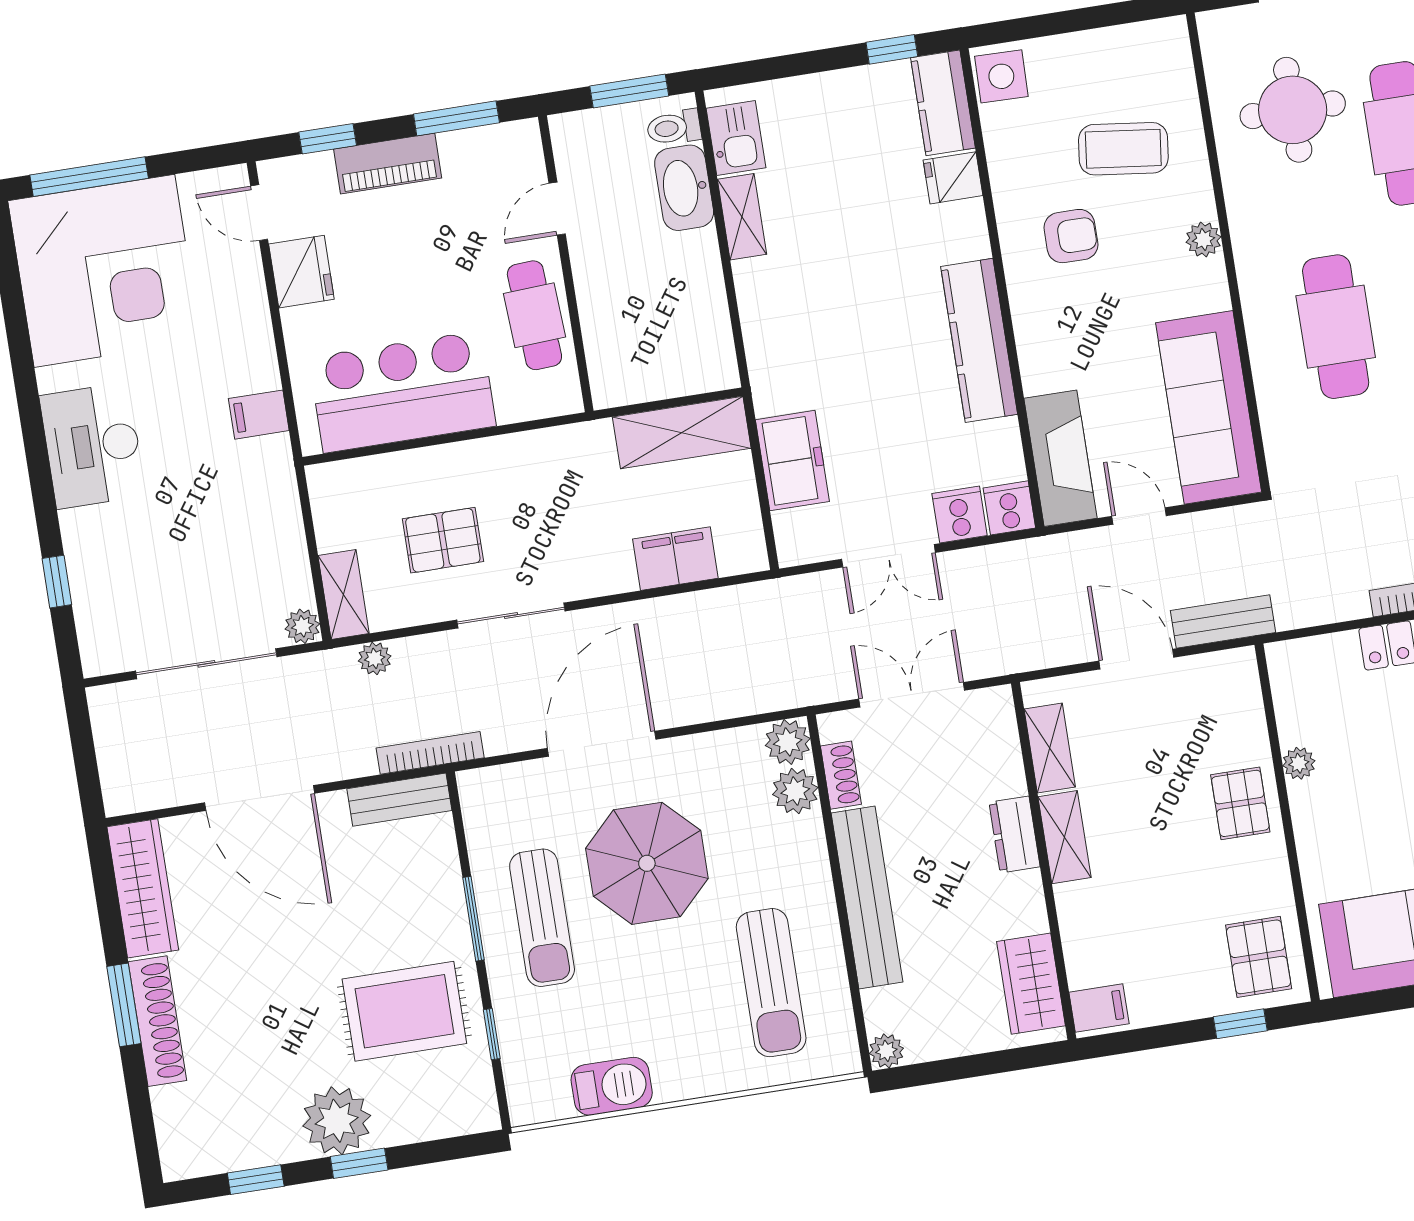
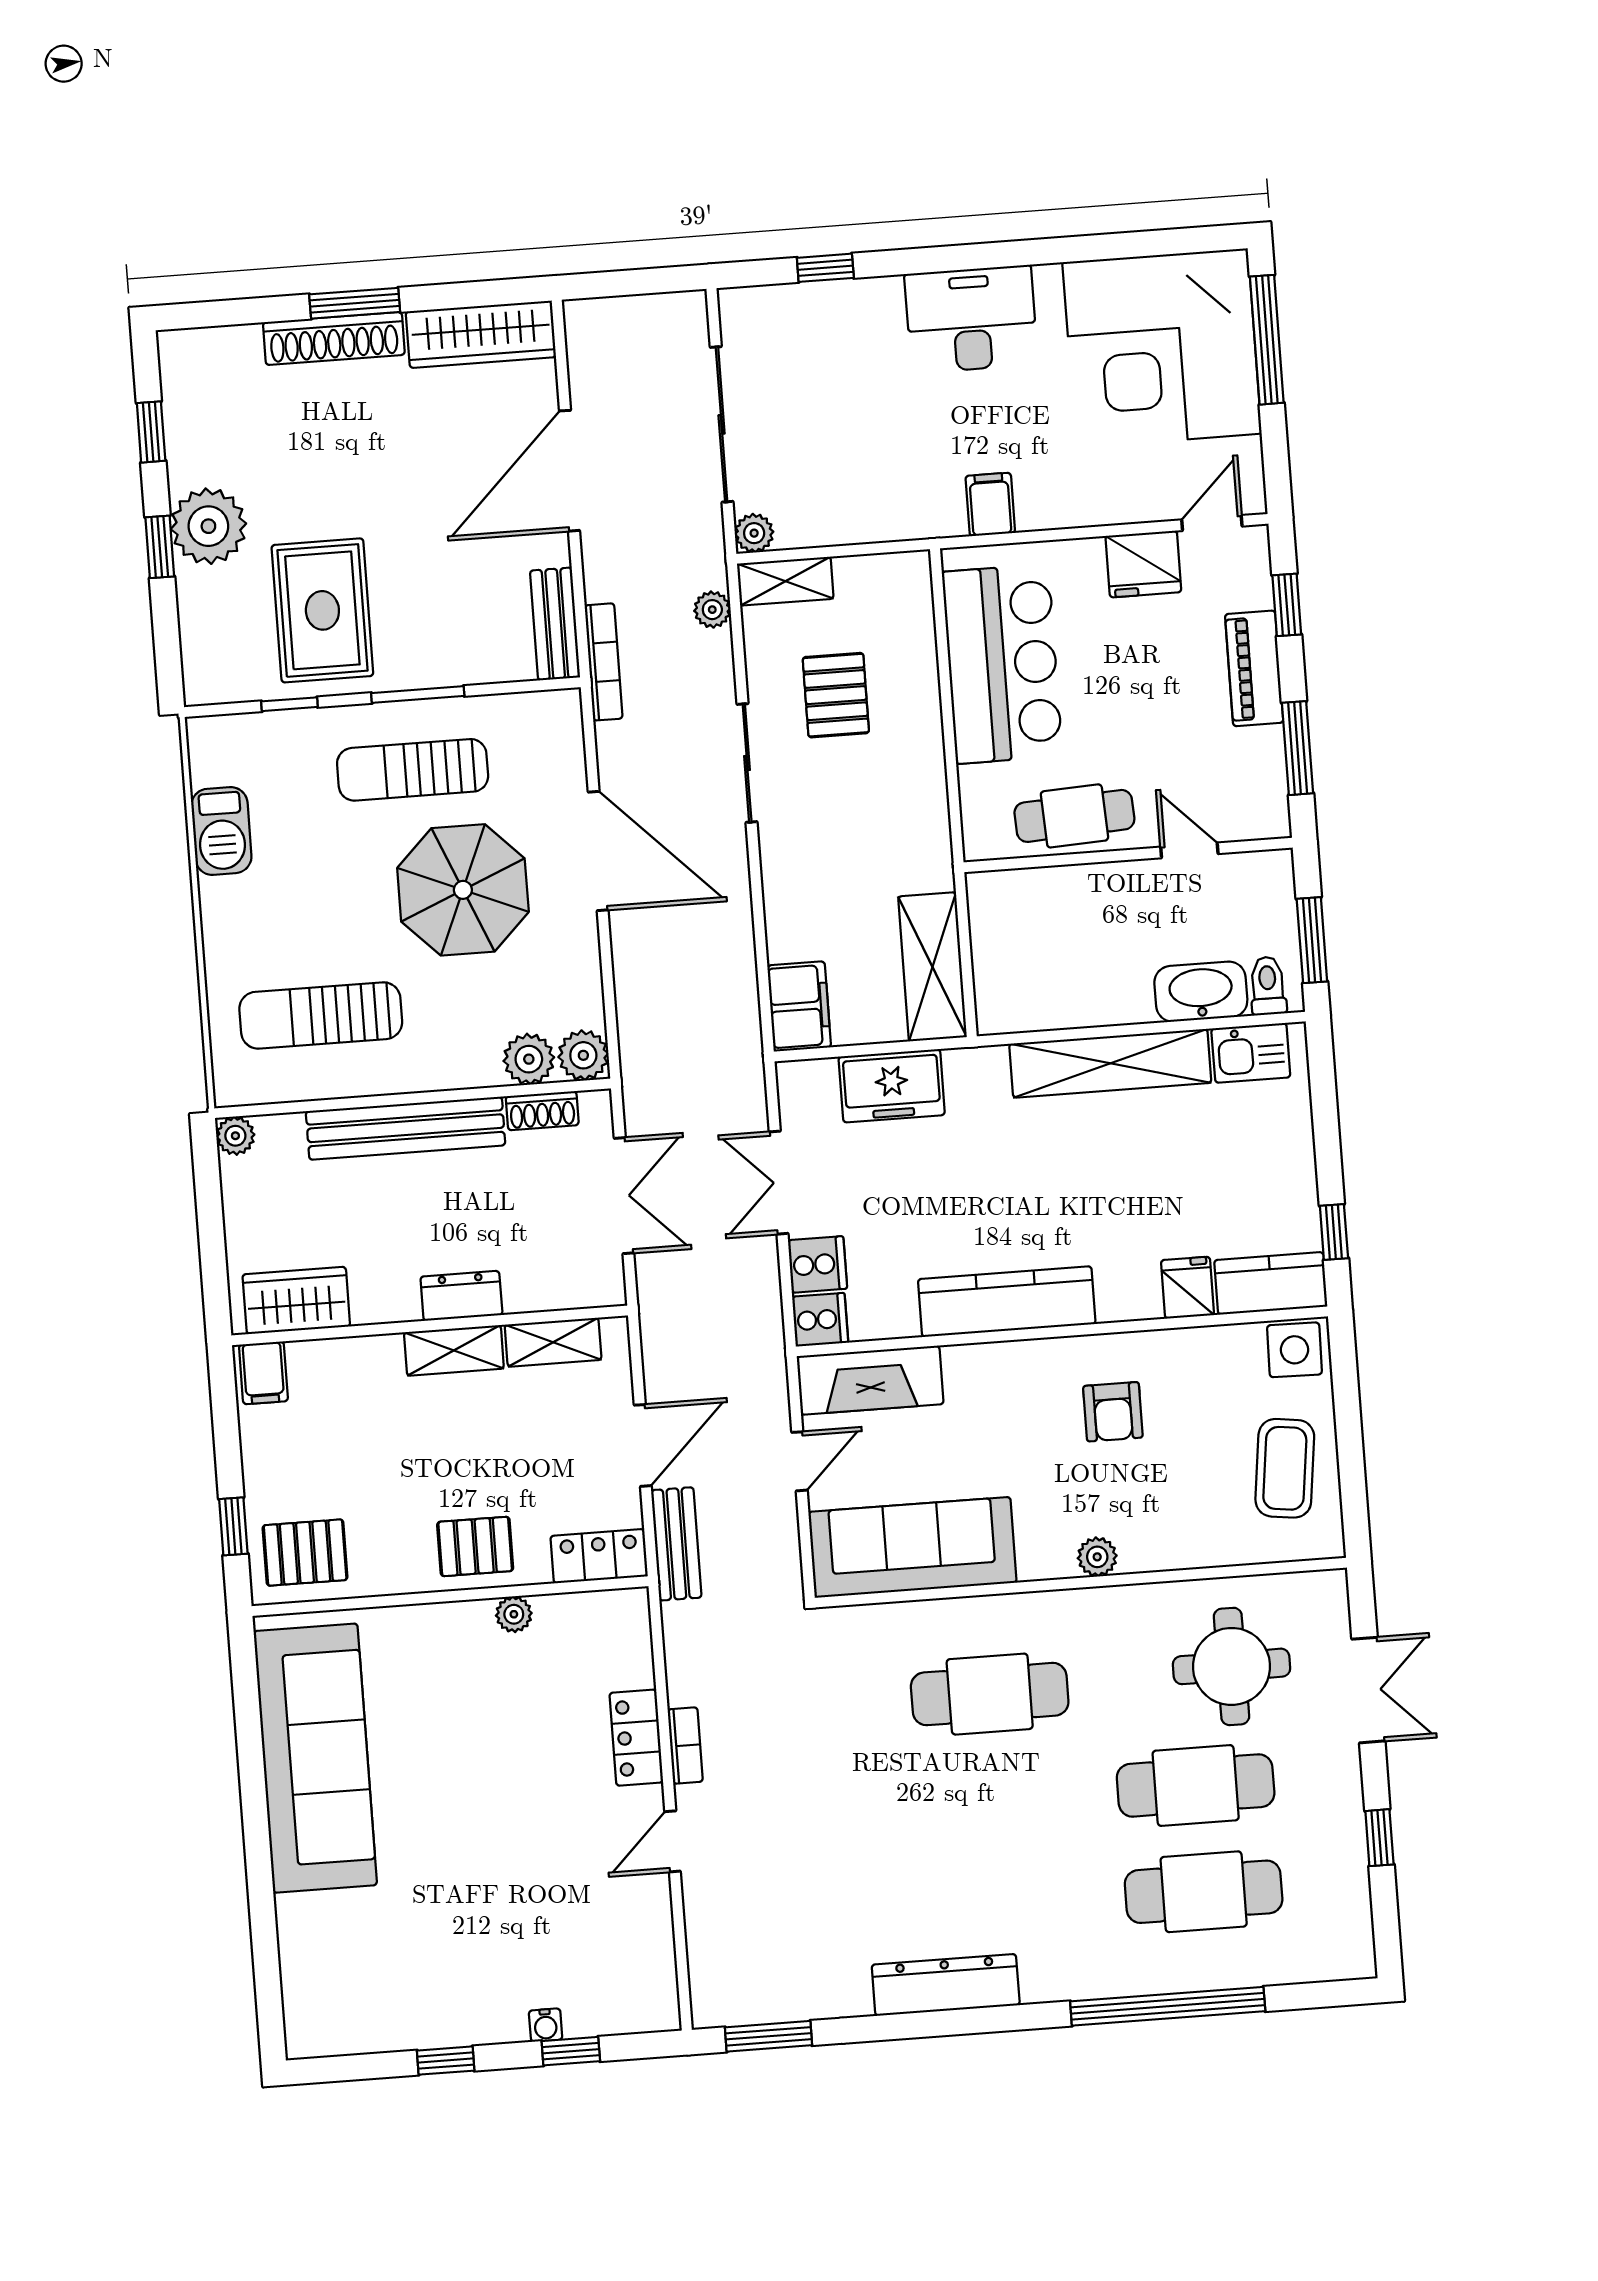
coffee table: (1123, 149) -> (1285, 1468), moved
shelving: (742, 217) -> (1110, 1063), width x2.20, depth x1.33
filing cabinet: (675, 559) -> (799, 1006), moved
locker: (1240, 690) -> (599, 1556), added

